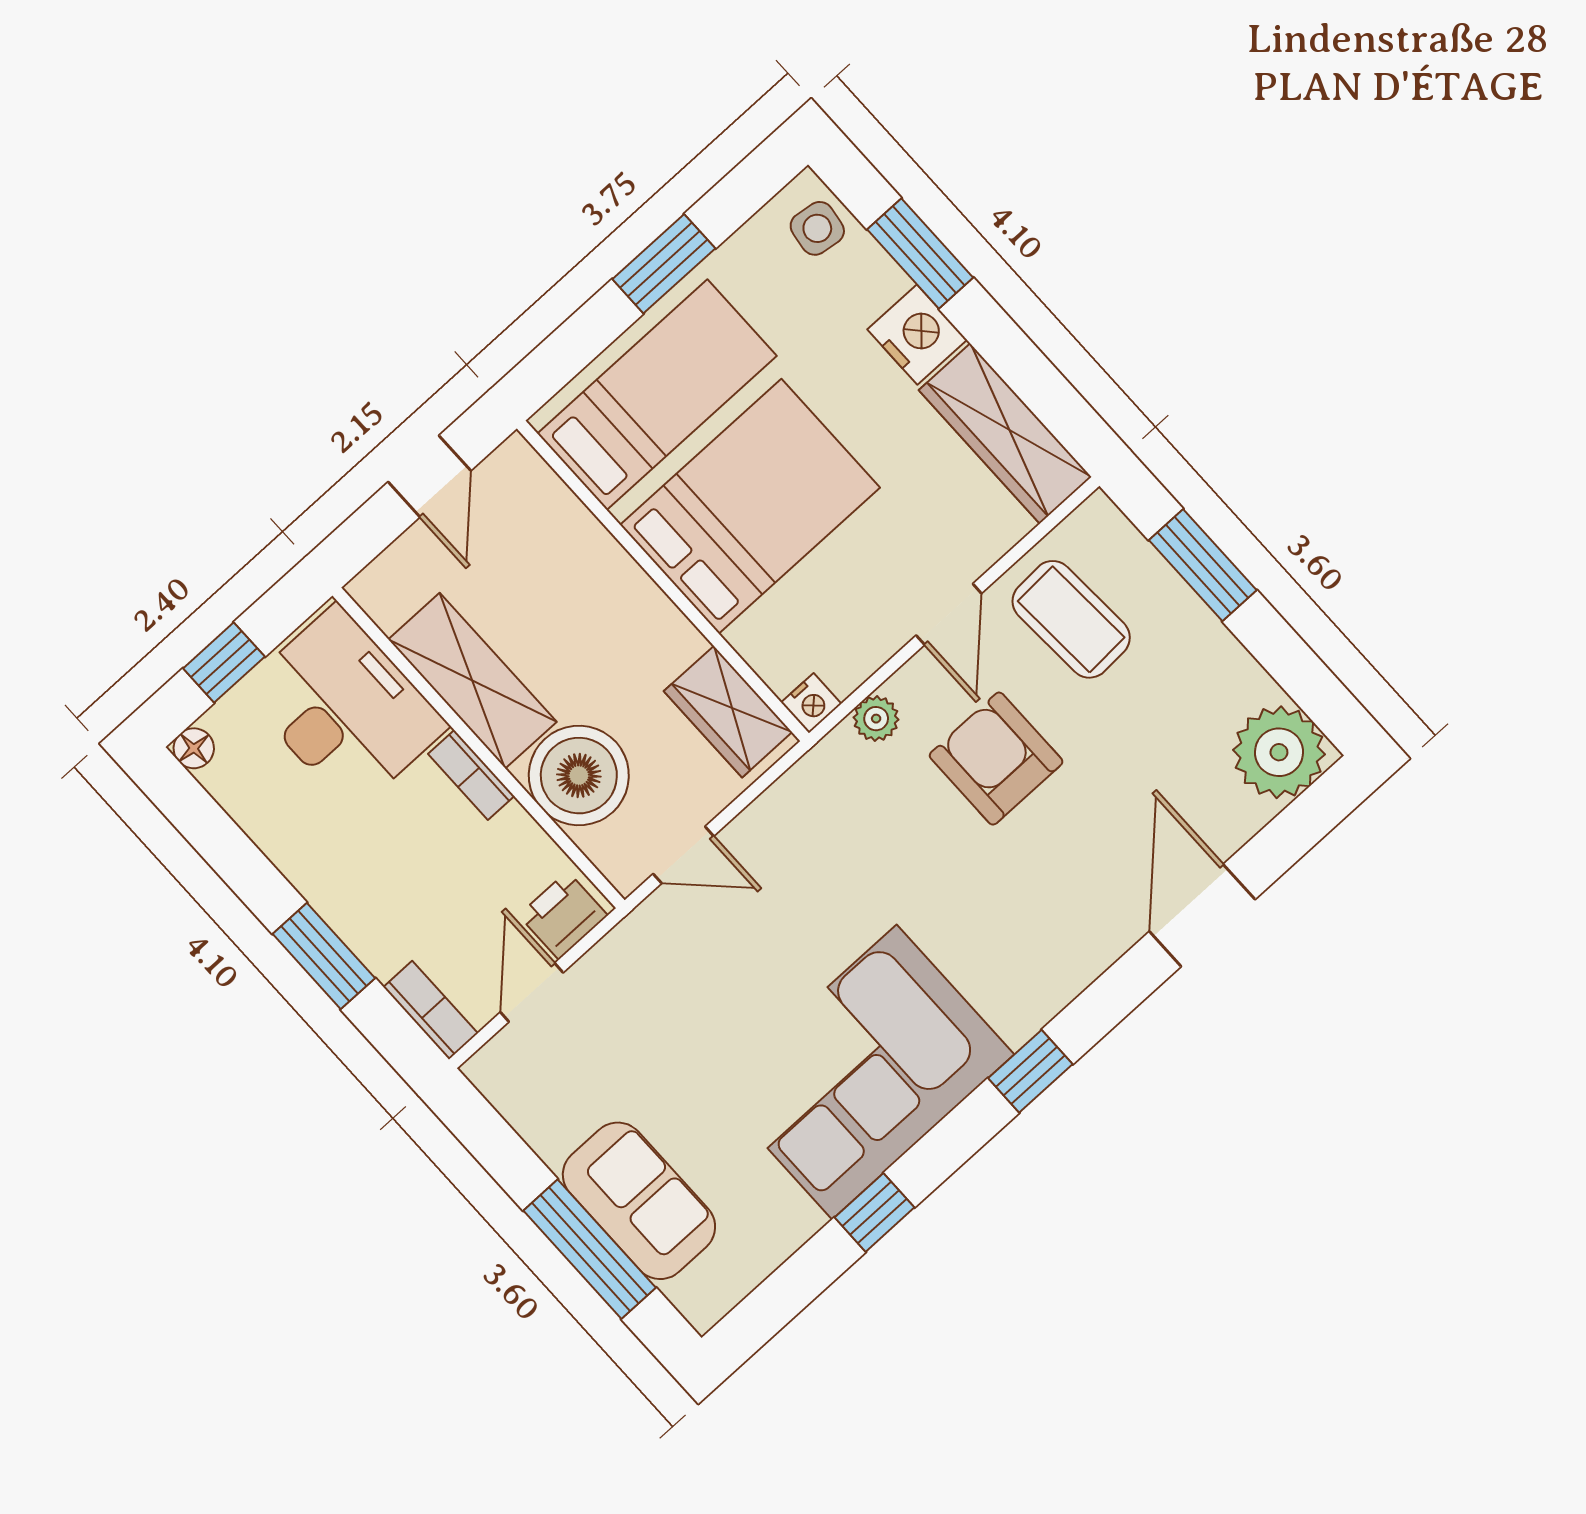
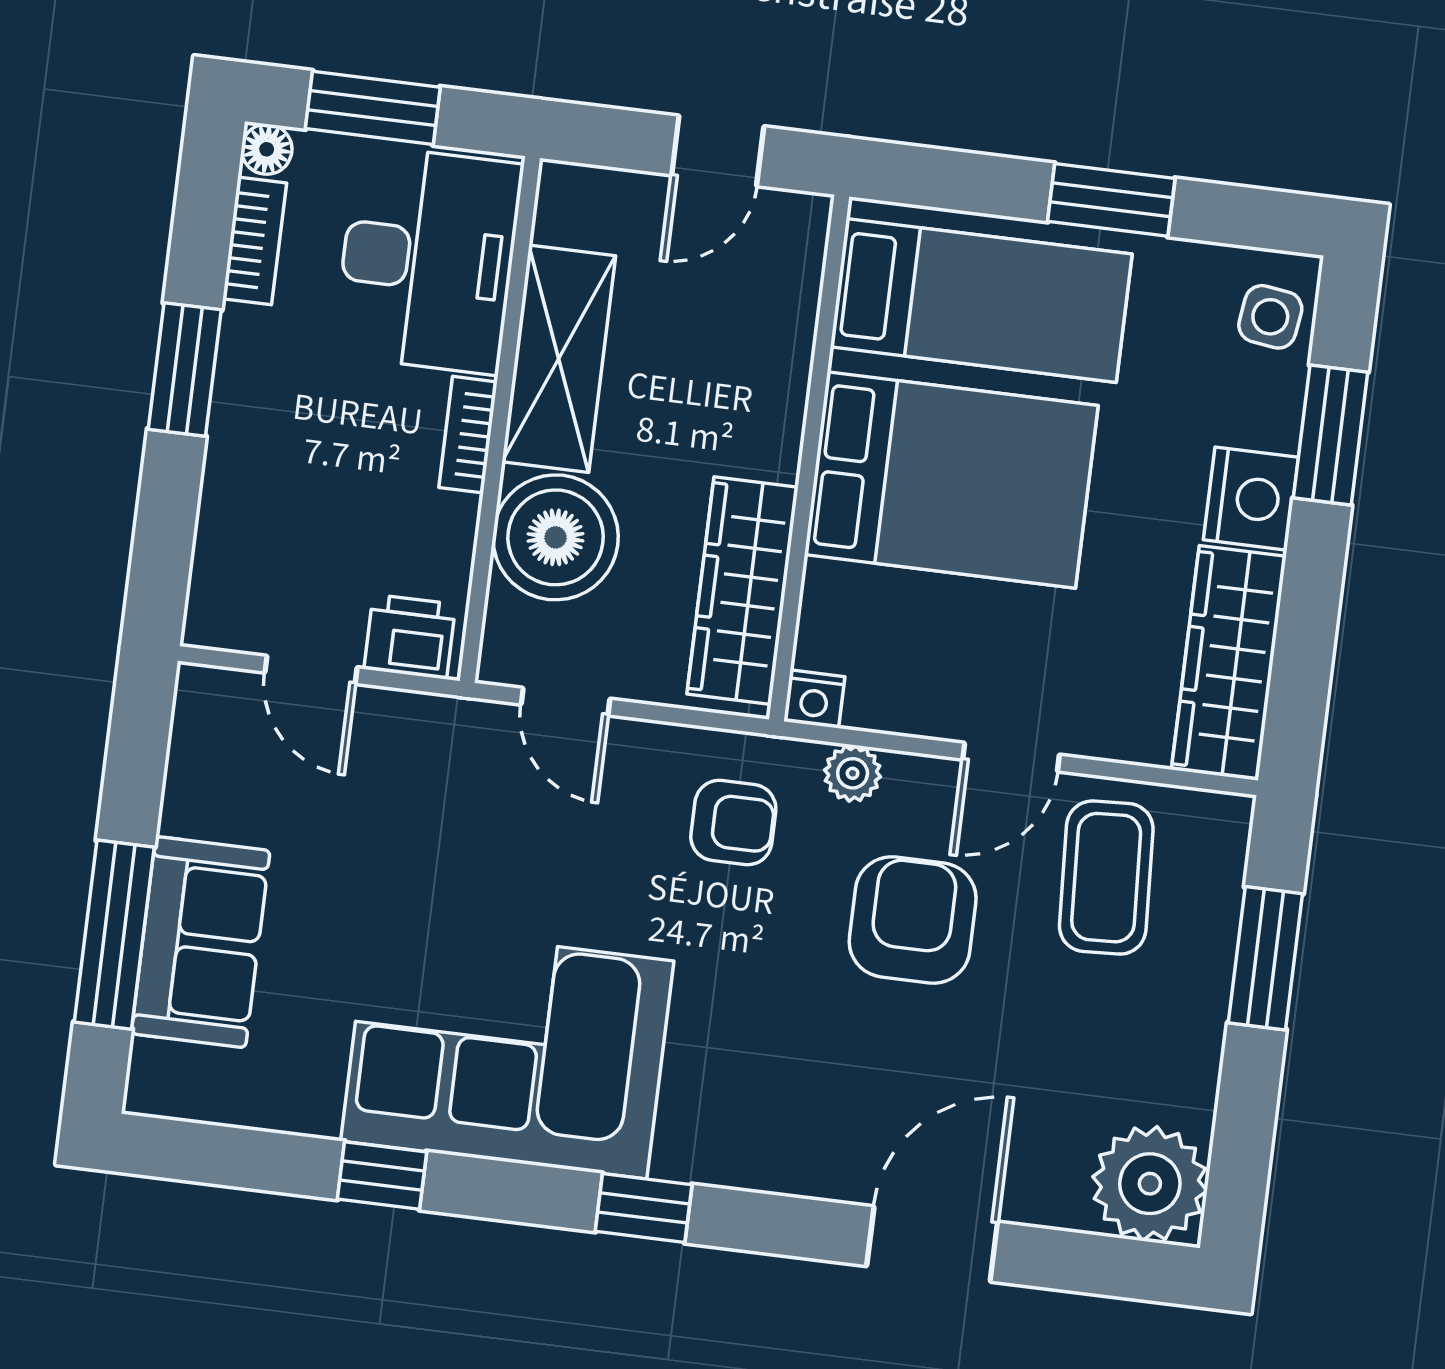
window: (224, 663) -> (373, 108), width x1.50
wardrobe: (728, 712) -> (743, 591), width x1.50
armchair: (844, 816) -> (733, 823), added
window: (324, 956) -> (185, 369), moved
door: (532, 992) -> (311, 670), swing flipped
bookcase: (431, 1010) -> (255, 241), moved

